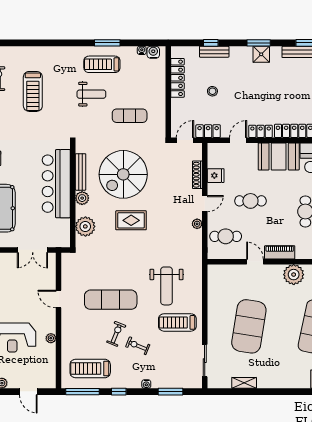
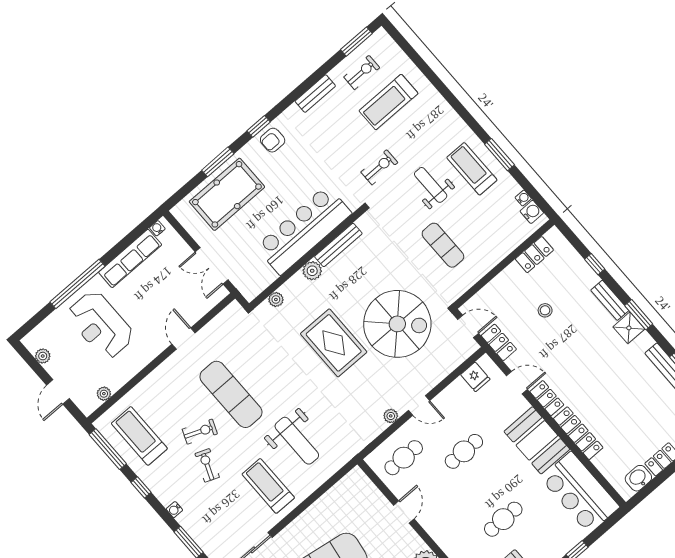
bench: (214, 52) -> (610, 300), moved
locker: (177, 78) -> (534, 255), width x0.66
treadmill: (33, 91) -> (388, 102), moved
weight bench: (91, 94) -> (431, 185), turned 180
exercise bike: (58, 113) -> (379, 167), added
spiral stairs: (123, 174) -> (397, 324), moved, turned 180
shoe rack: (197, 175) -> (443, 371), removed
fridge: (216, 176) -> (475, 377), moved
cafe table: (250, 201) -> (464, 451), turned 90
rug: (131, 220) -> (334, 343), width x1.36, depth x1.43
plant: (85, 226) -> (276, 299), width x0.53, depth x0.53
cafe table: (226, 236) -> (404, 458), turned 90
piano: (280, 252) -> (436, 530), removed
weight bench: (166, 286) -> (297, 441), turned -90
plant: (51, 338) -> (104, 394), moved

